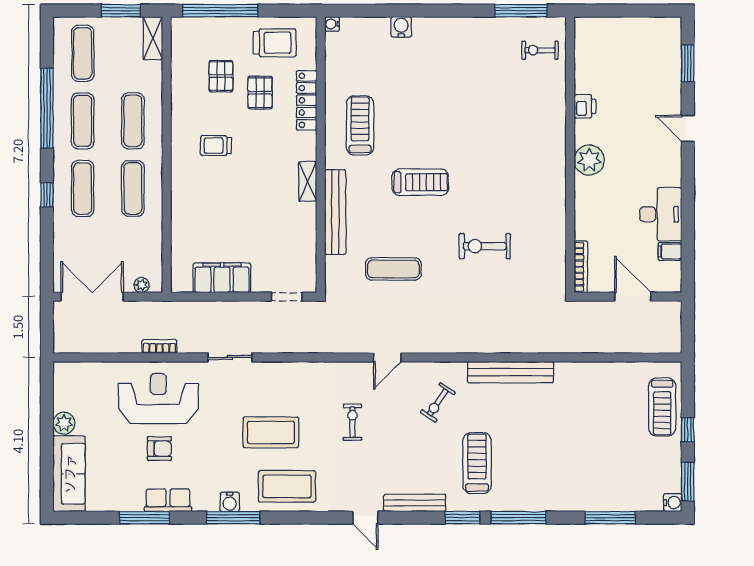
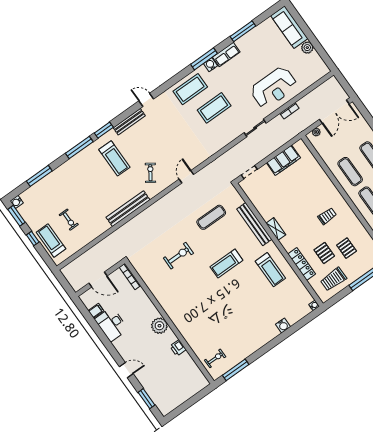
exercise bike: (352, 422) -> (69, 220), moved
armchair: (159, 449) -> (258, 66), removed
row of seats: (168, 500) -> (226, 55), moved

